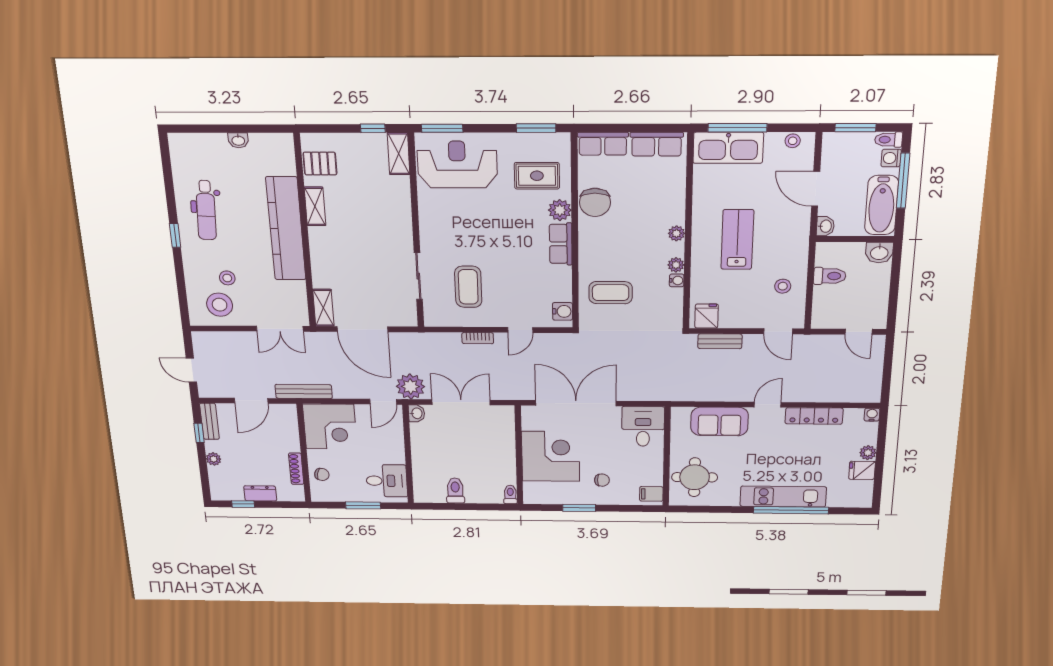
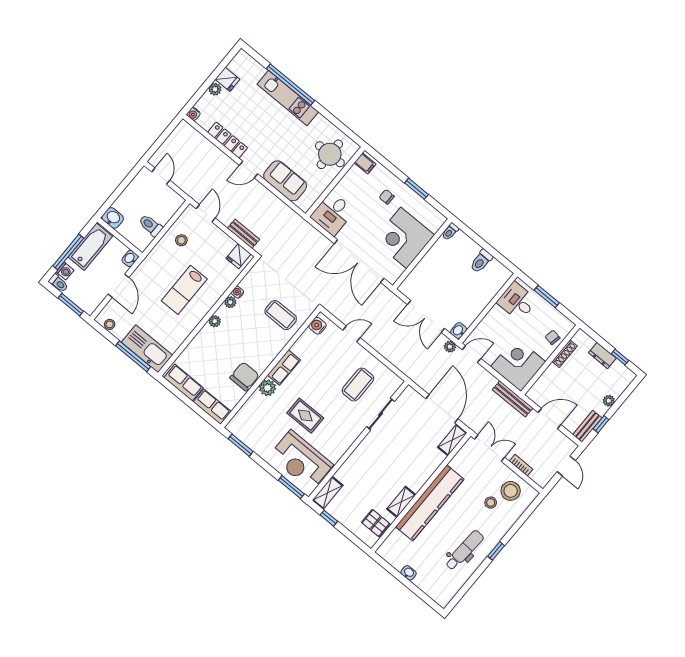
rug: (537, 176) -> (305, 416), moved
bookcase: (478, 338) -> (521, 465), moved
plant: (410, 387) -> (450, 347), width x0.53, depth x0.53

